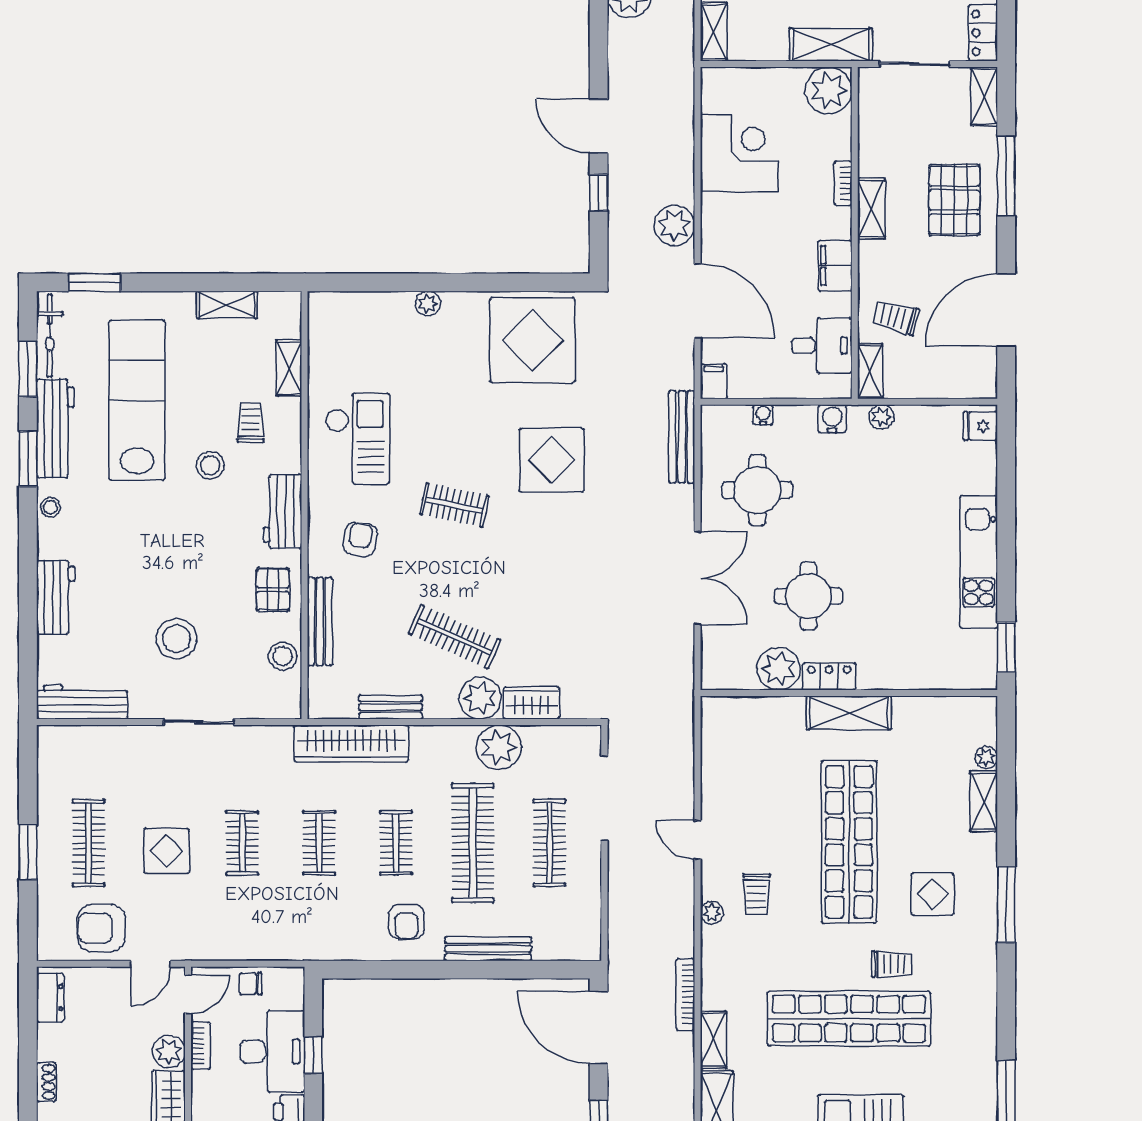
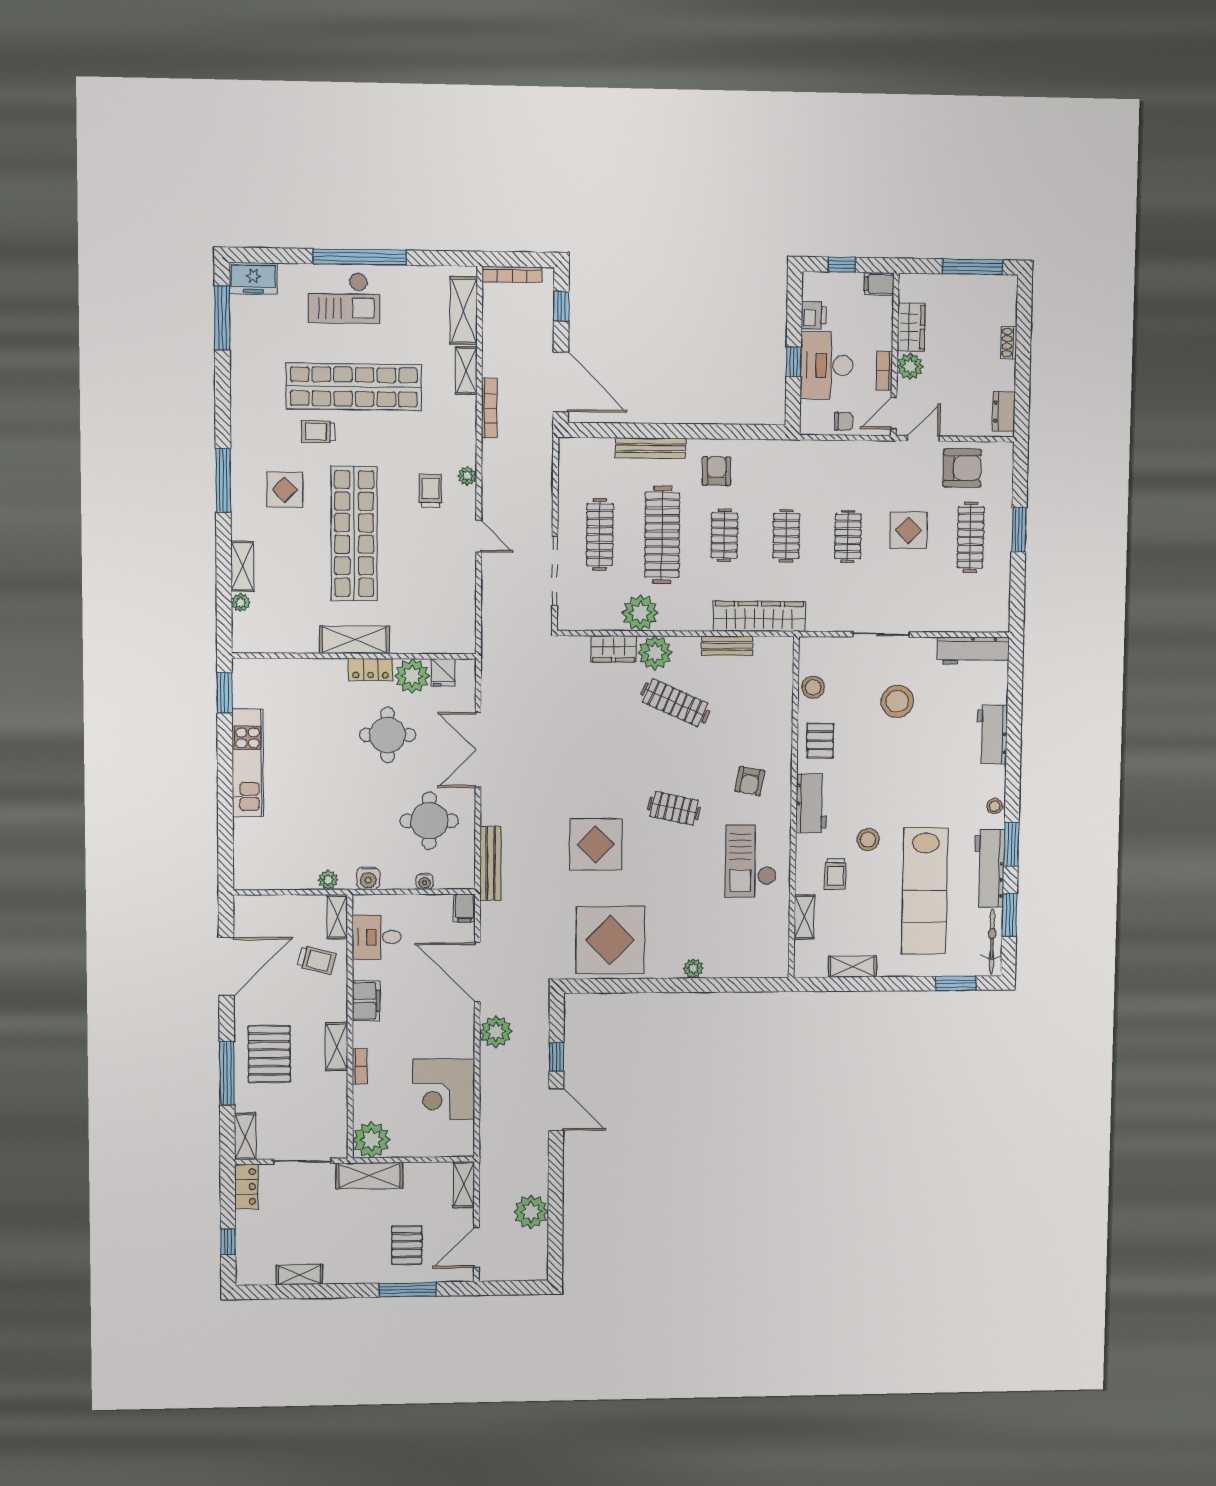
fridge: (980, 426) -> (443, 673), moved, turned 90
bench: (320, 621) -> (783, 715), removed

